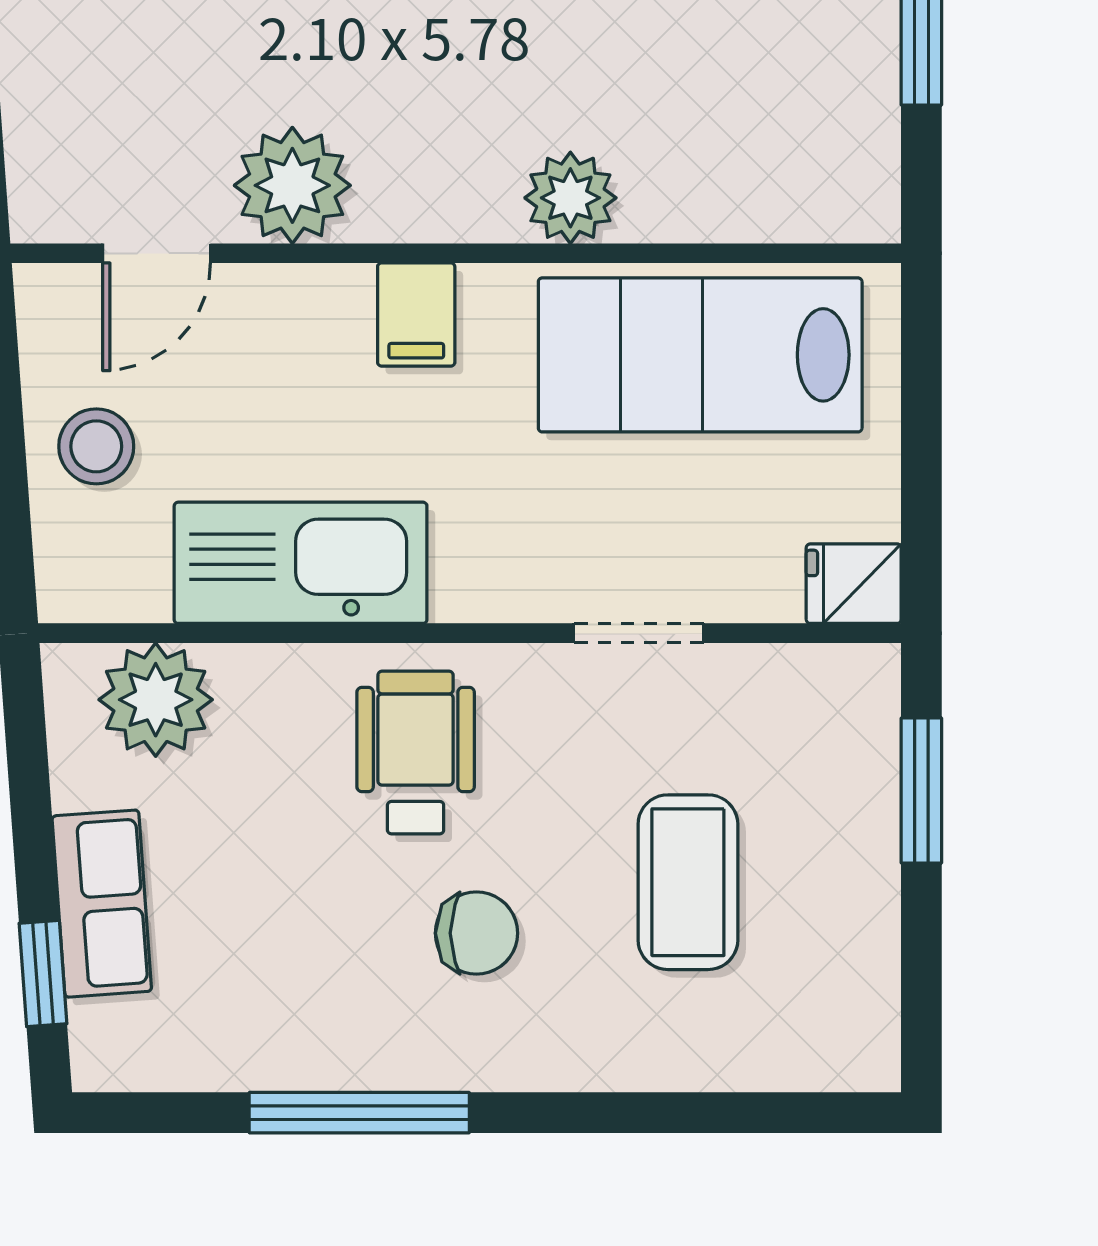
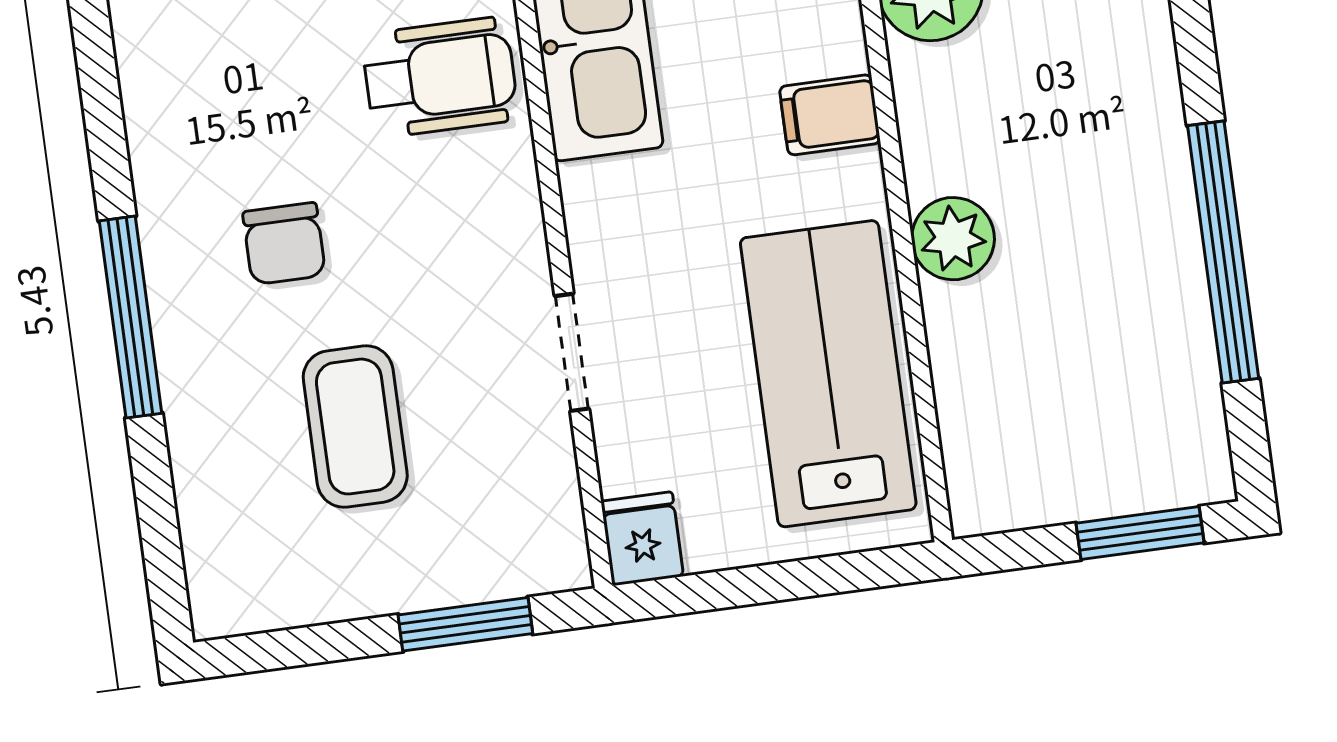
wheelchair: (416, 752) -> (440, 77), moved
coffee table: (688, 882) -> (355, 427), turned 90
window: (359, 1113) -> (131, 317), moved

